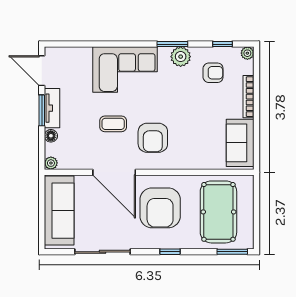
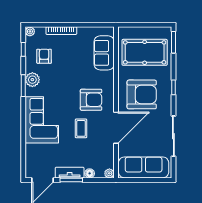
sofa: (240, 143) -> (104, 53), moved, turned 90

